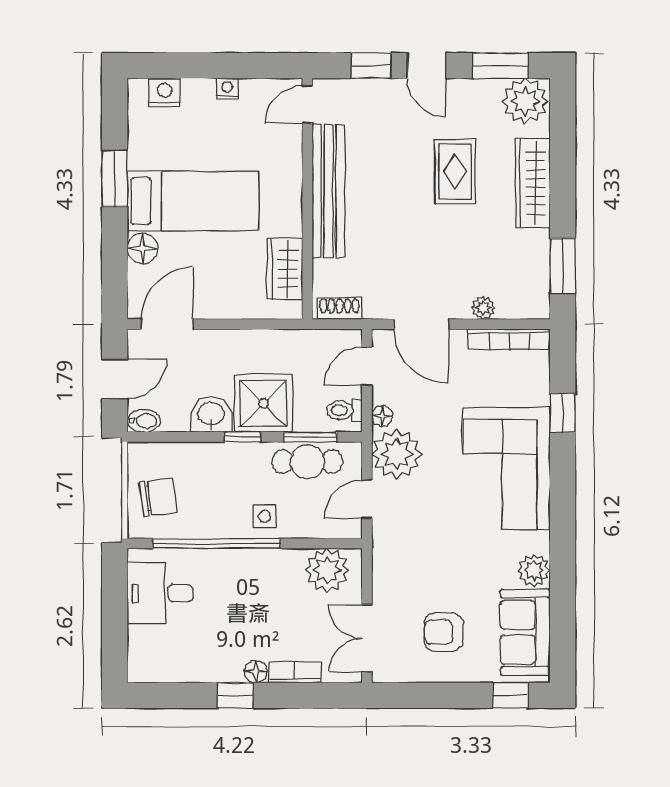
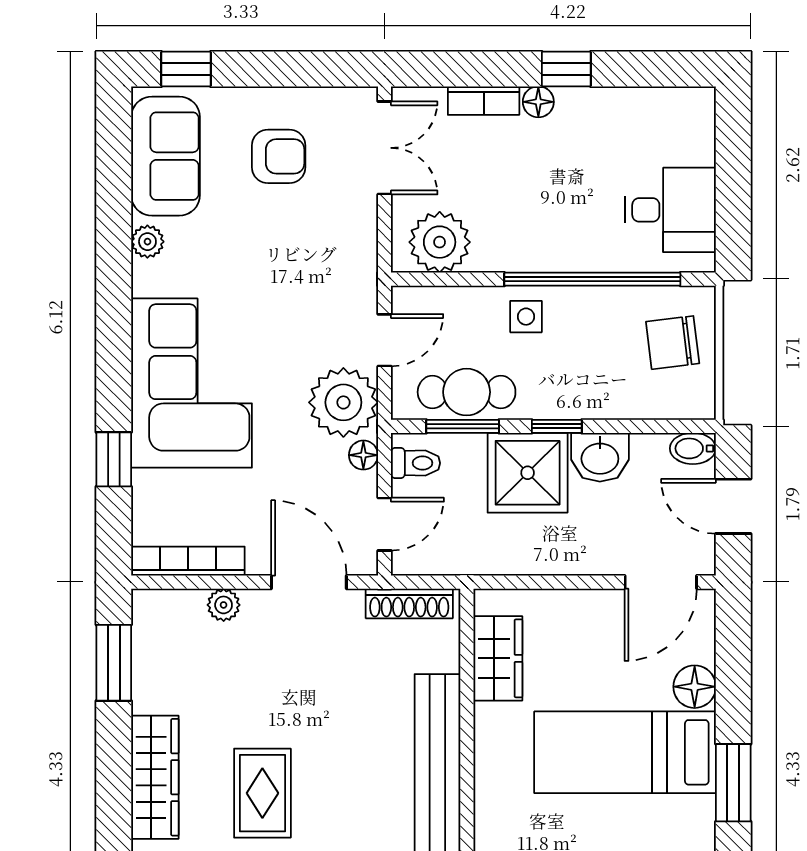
shoe rack: (339, 309) -> (409, 604), width x1.43
door: (115, 379) -> (733, 506), hinge flipped
plant: (534, 570) -> (147, 242), width x0.73, depth x0.73

